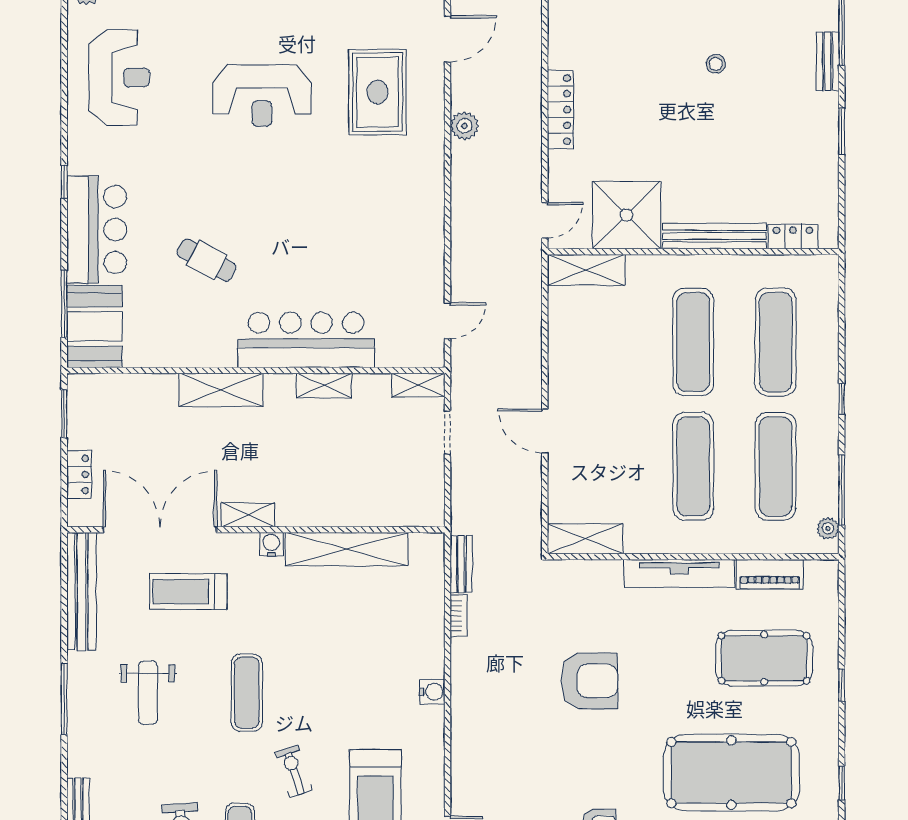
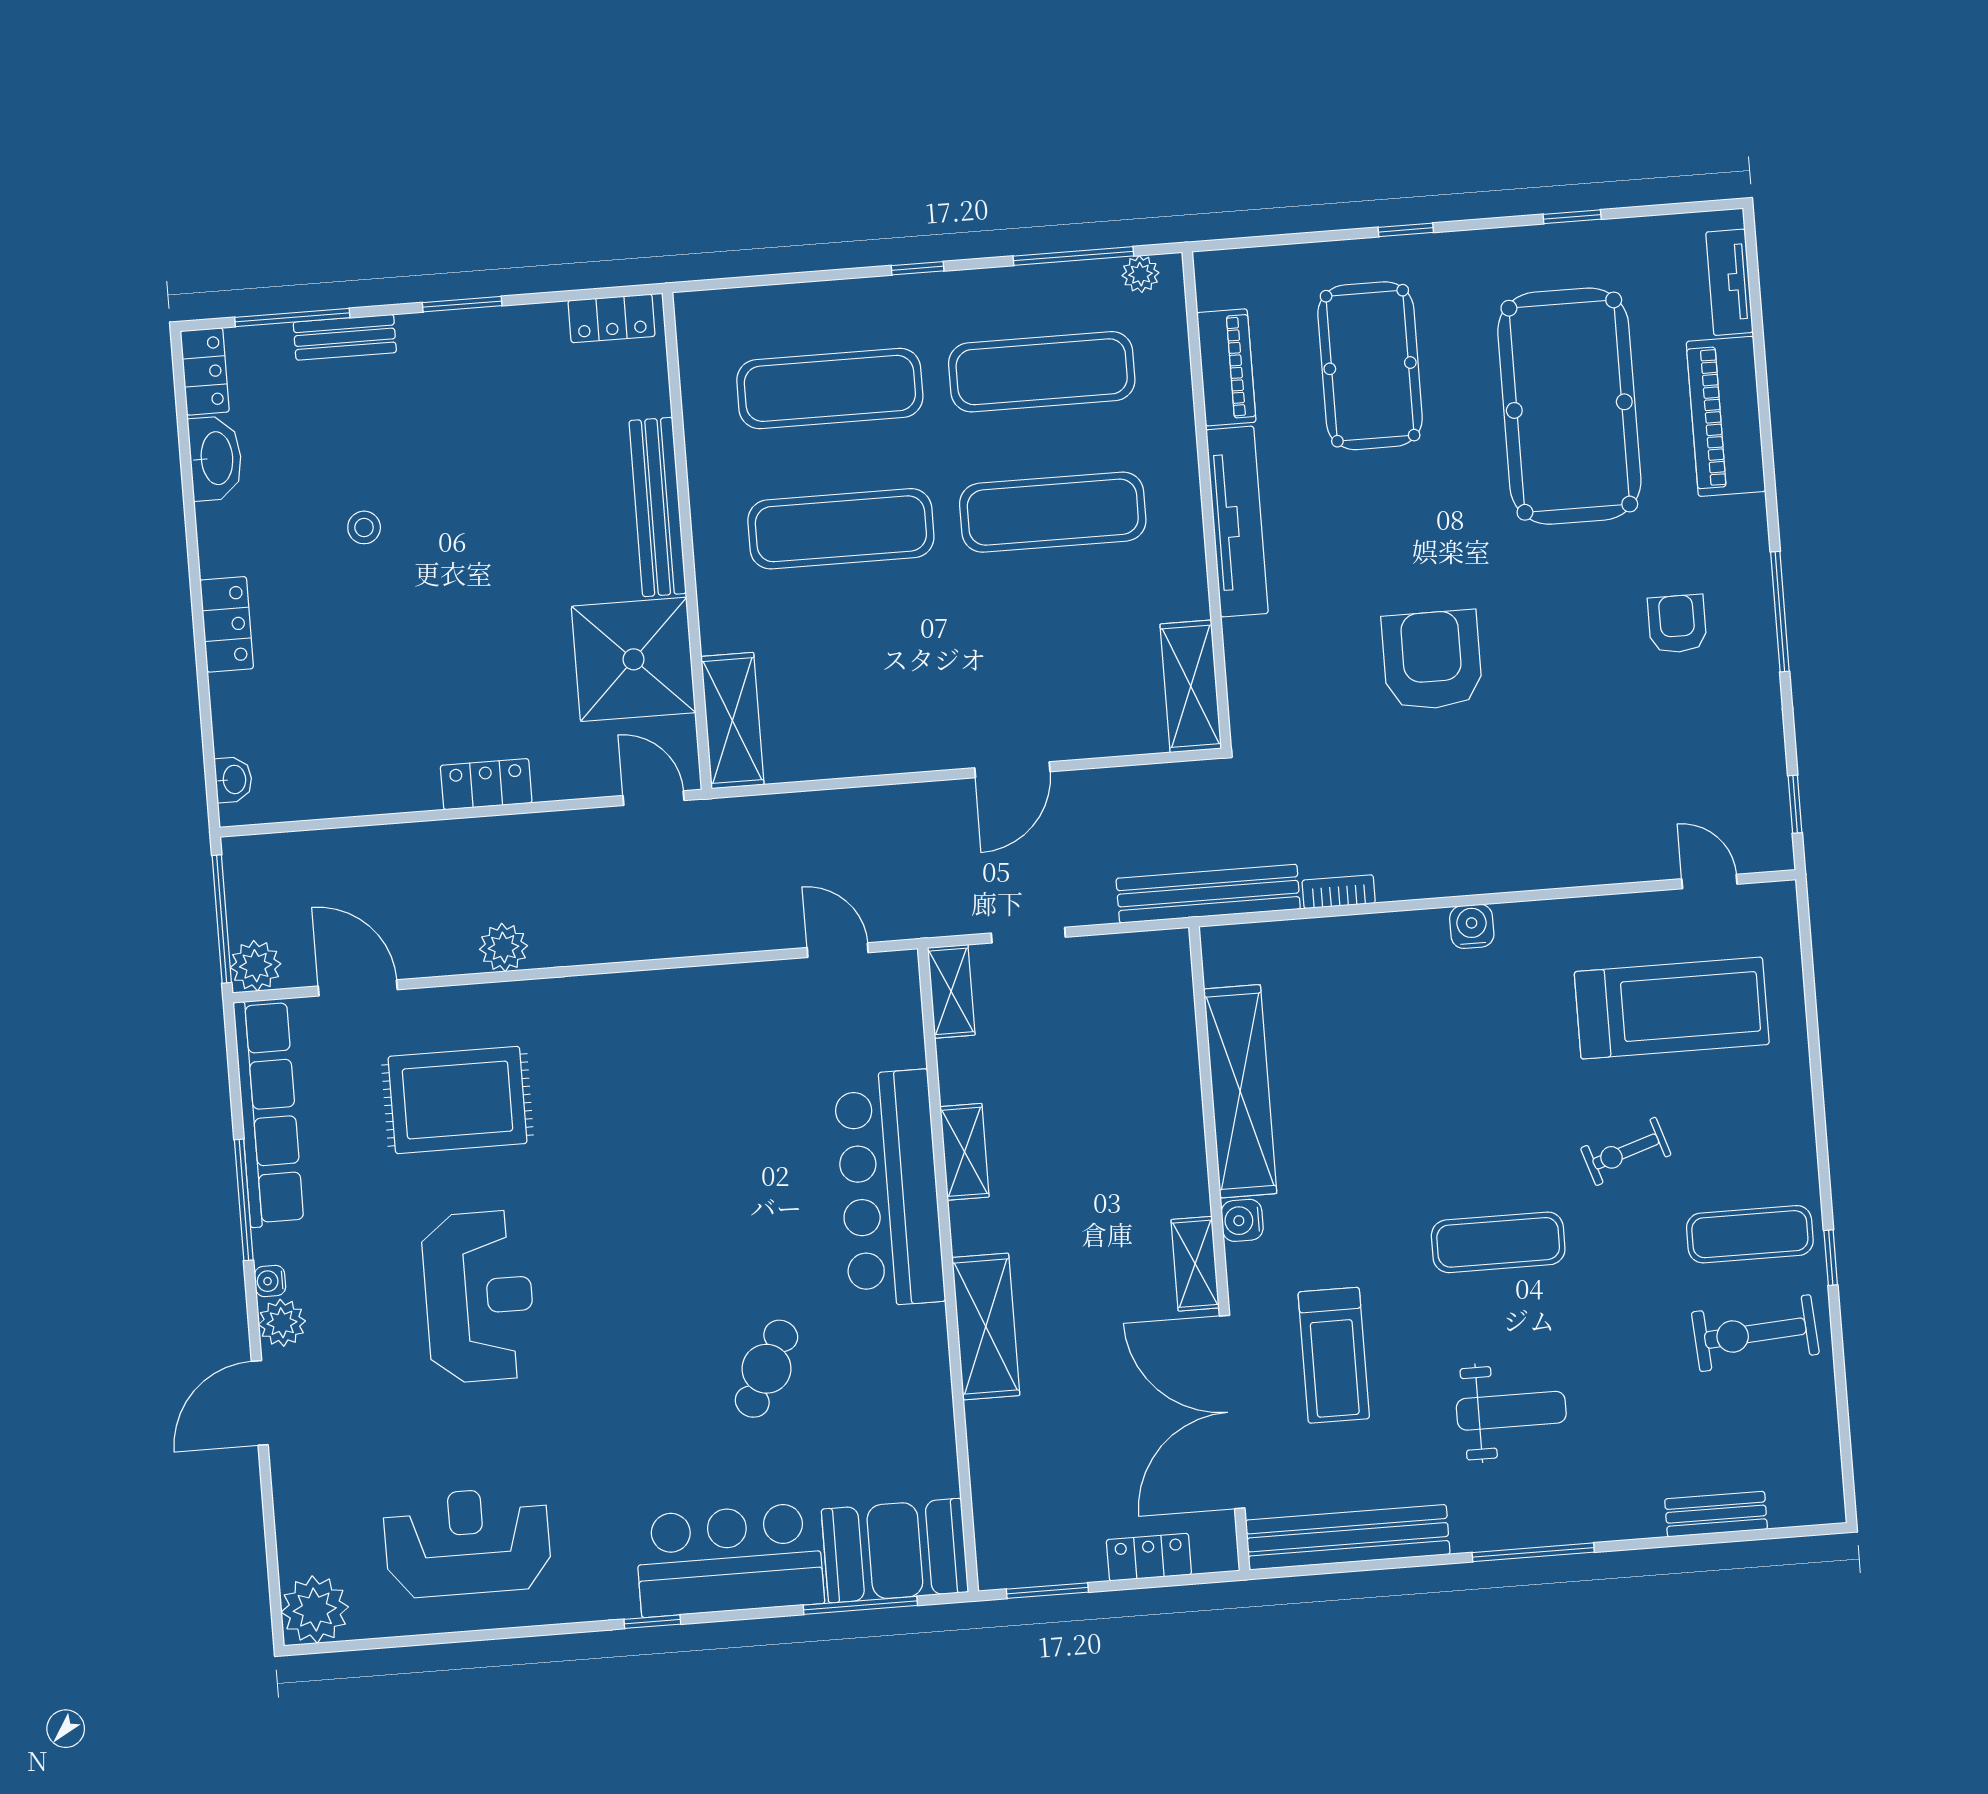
locker: (561, 110) -> (486, 784), width x0.66
locker: (793, 236) -> (612, 318), moved, turned -90
bench: (461, 564) -> (1208, 894), width x1.86, depth x1.21

